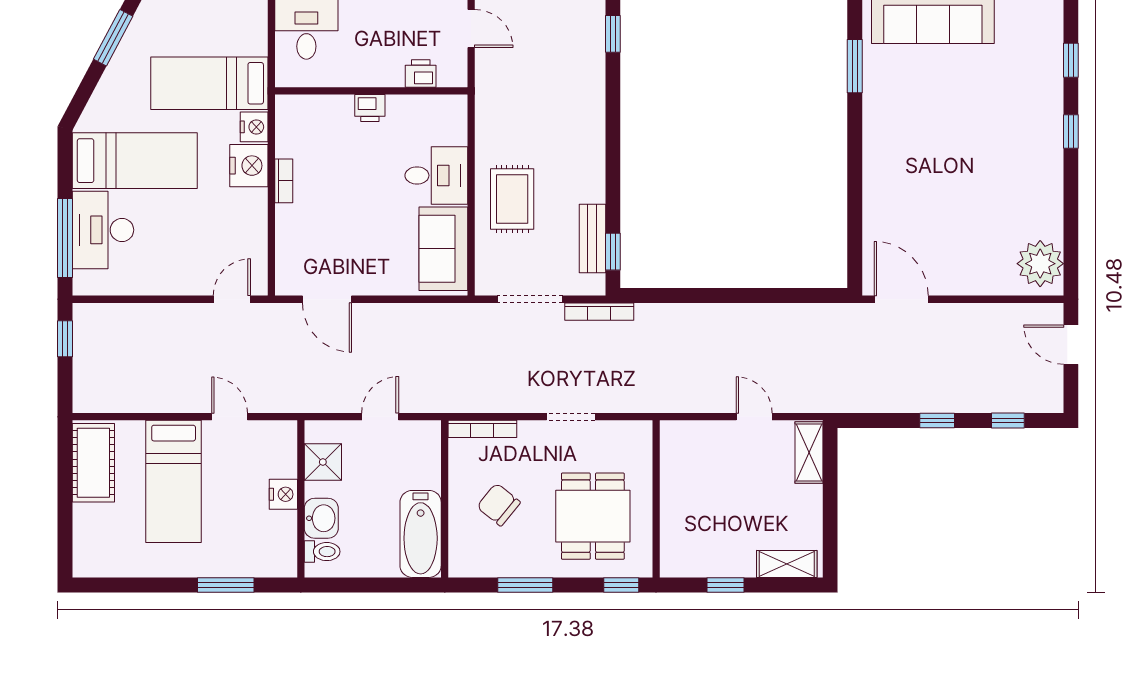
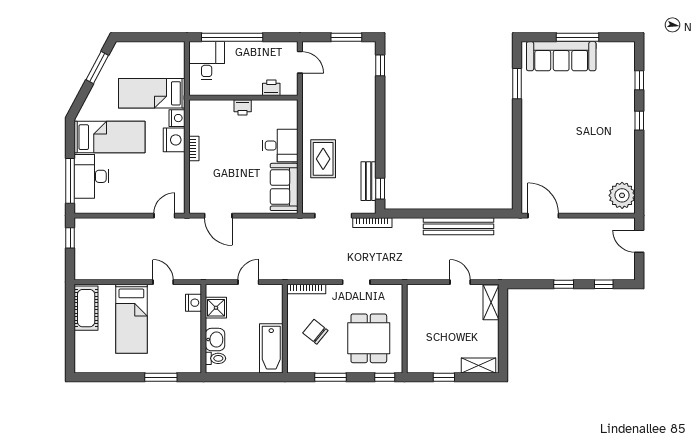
bench: (751, 318) -> (458, 226), added
nightstand: (283, 494) -> (194, 303), moved

